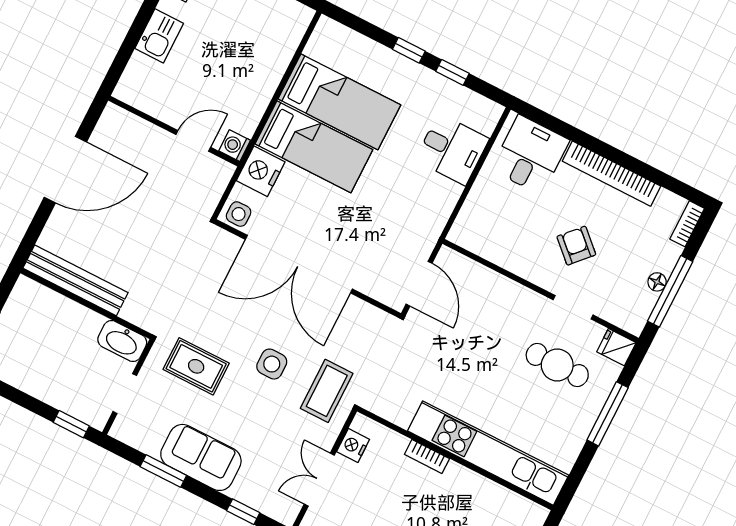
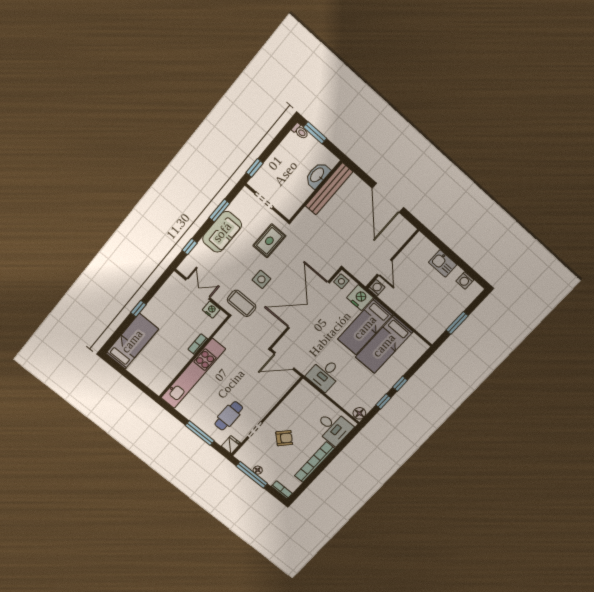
floor lamp: (488, 112) -> (359, 413), added
desk: (452, 149) -> (324, 374), moved
washbasin: (122, 341) -> (317, 175), moved

